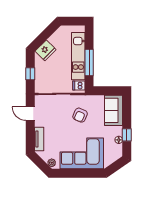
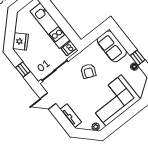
window: (89, 63) -> (63, 24), removed

